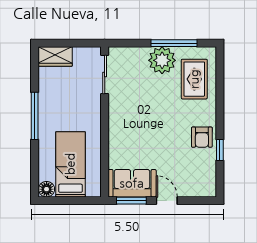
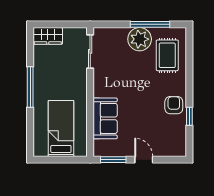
armchair: (202, 137) -> (174, 105), turned 180
sofa: (132, 183) -> (105, 118), moved, turned 90
floor lamp: (47, 189) -> (40, 150), removed

